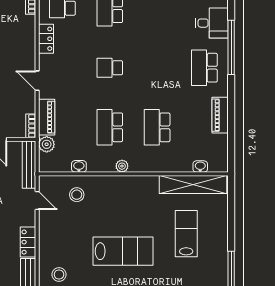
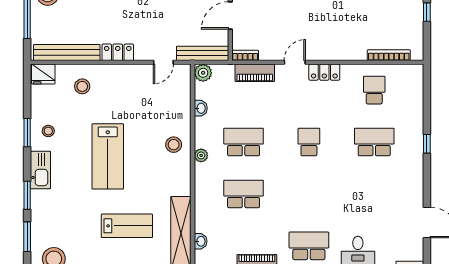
locker: (46, 39) -> (324, 72), moved
plant: (47, 144) -> (203, 73), moved
stool: (77, 195) -> (174, 145), moved

